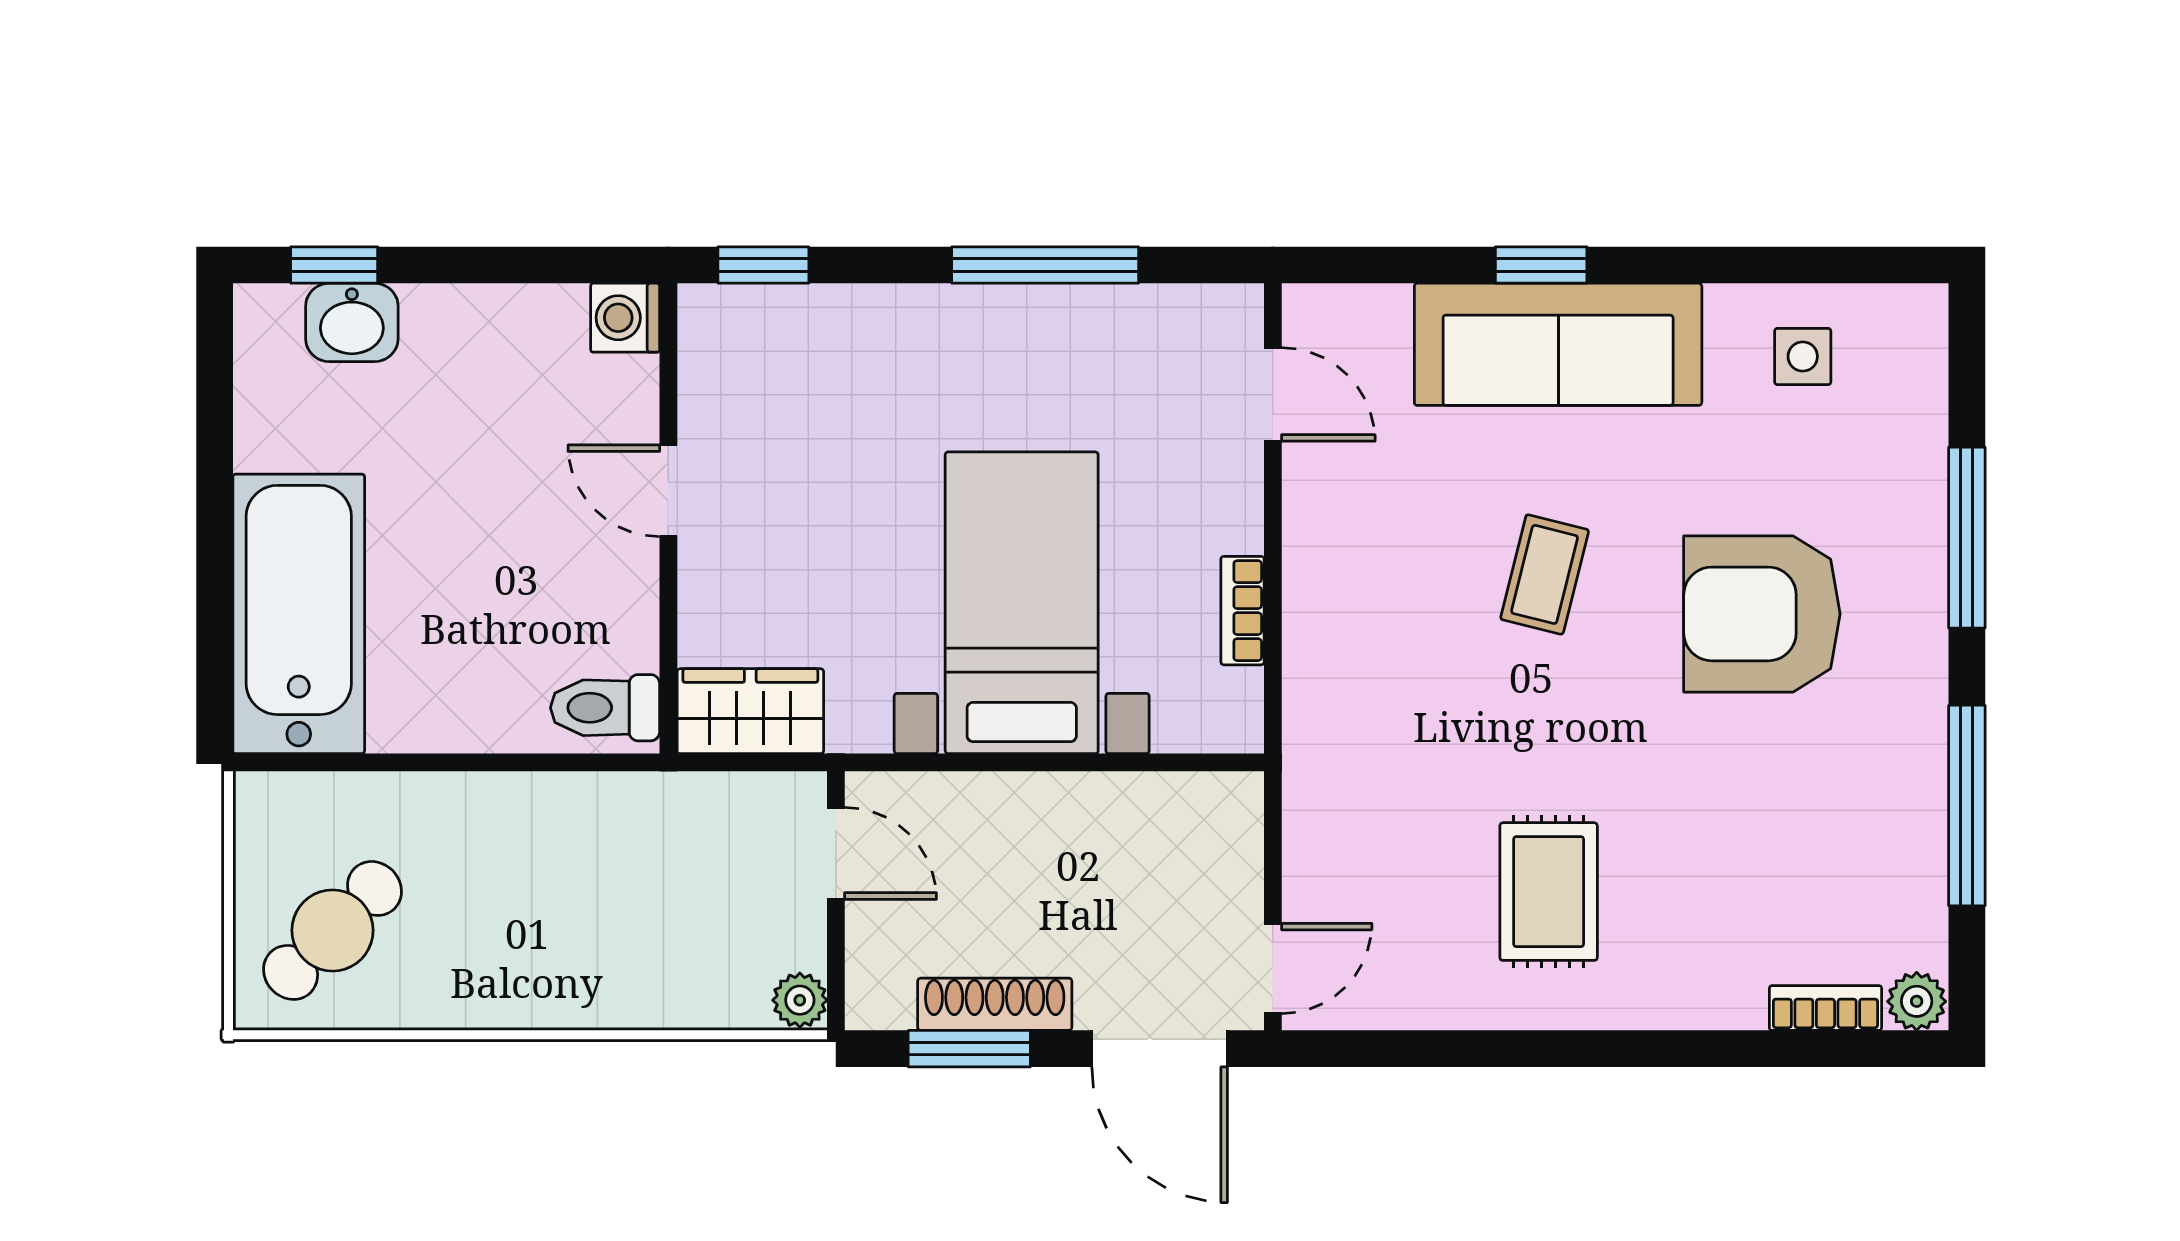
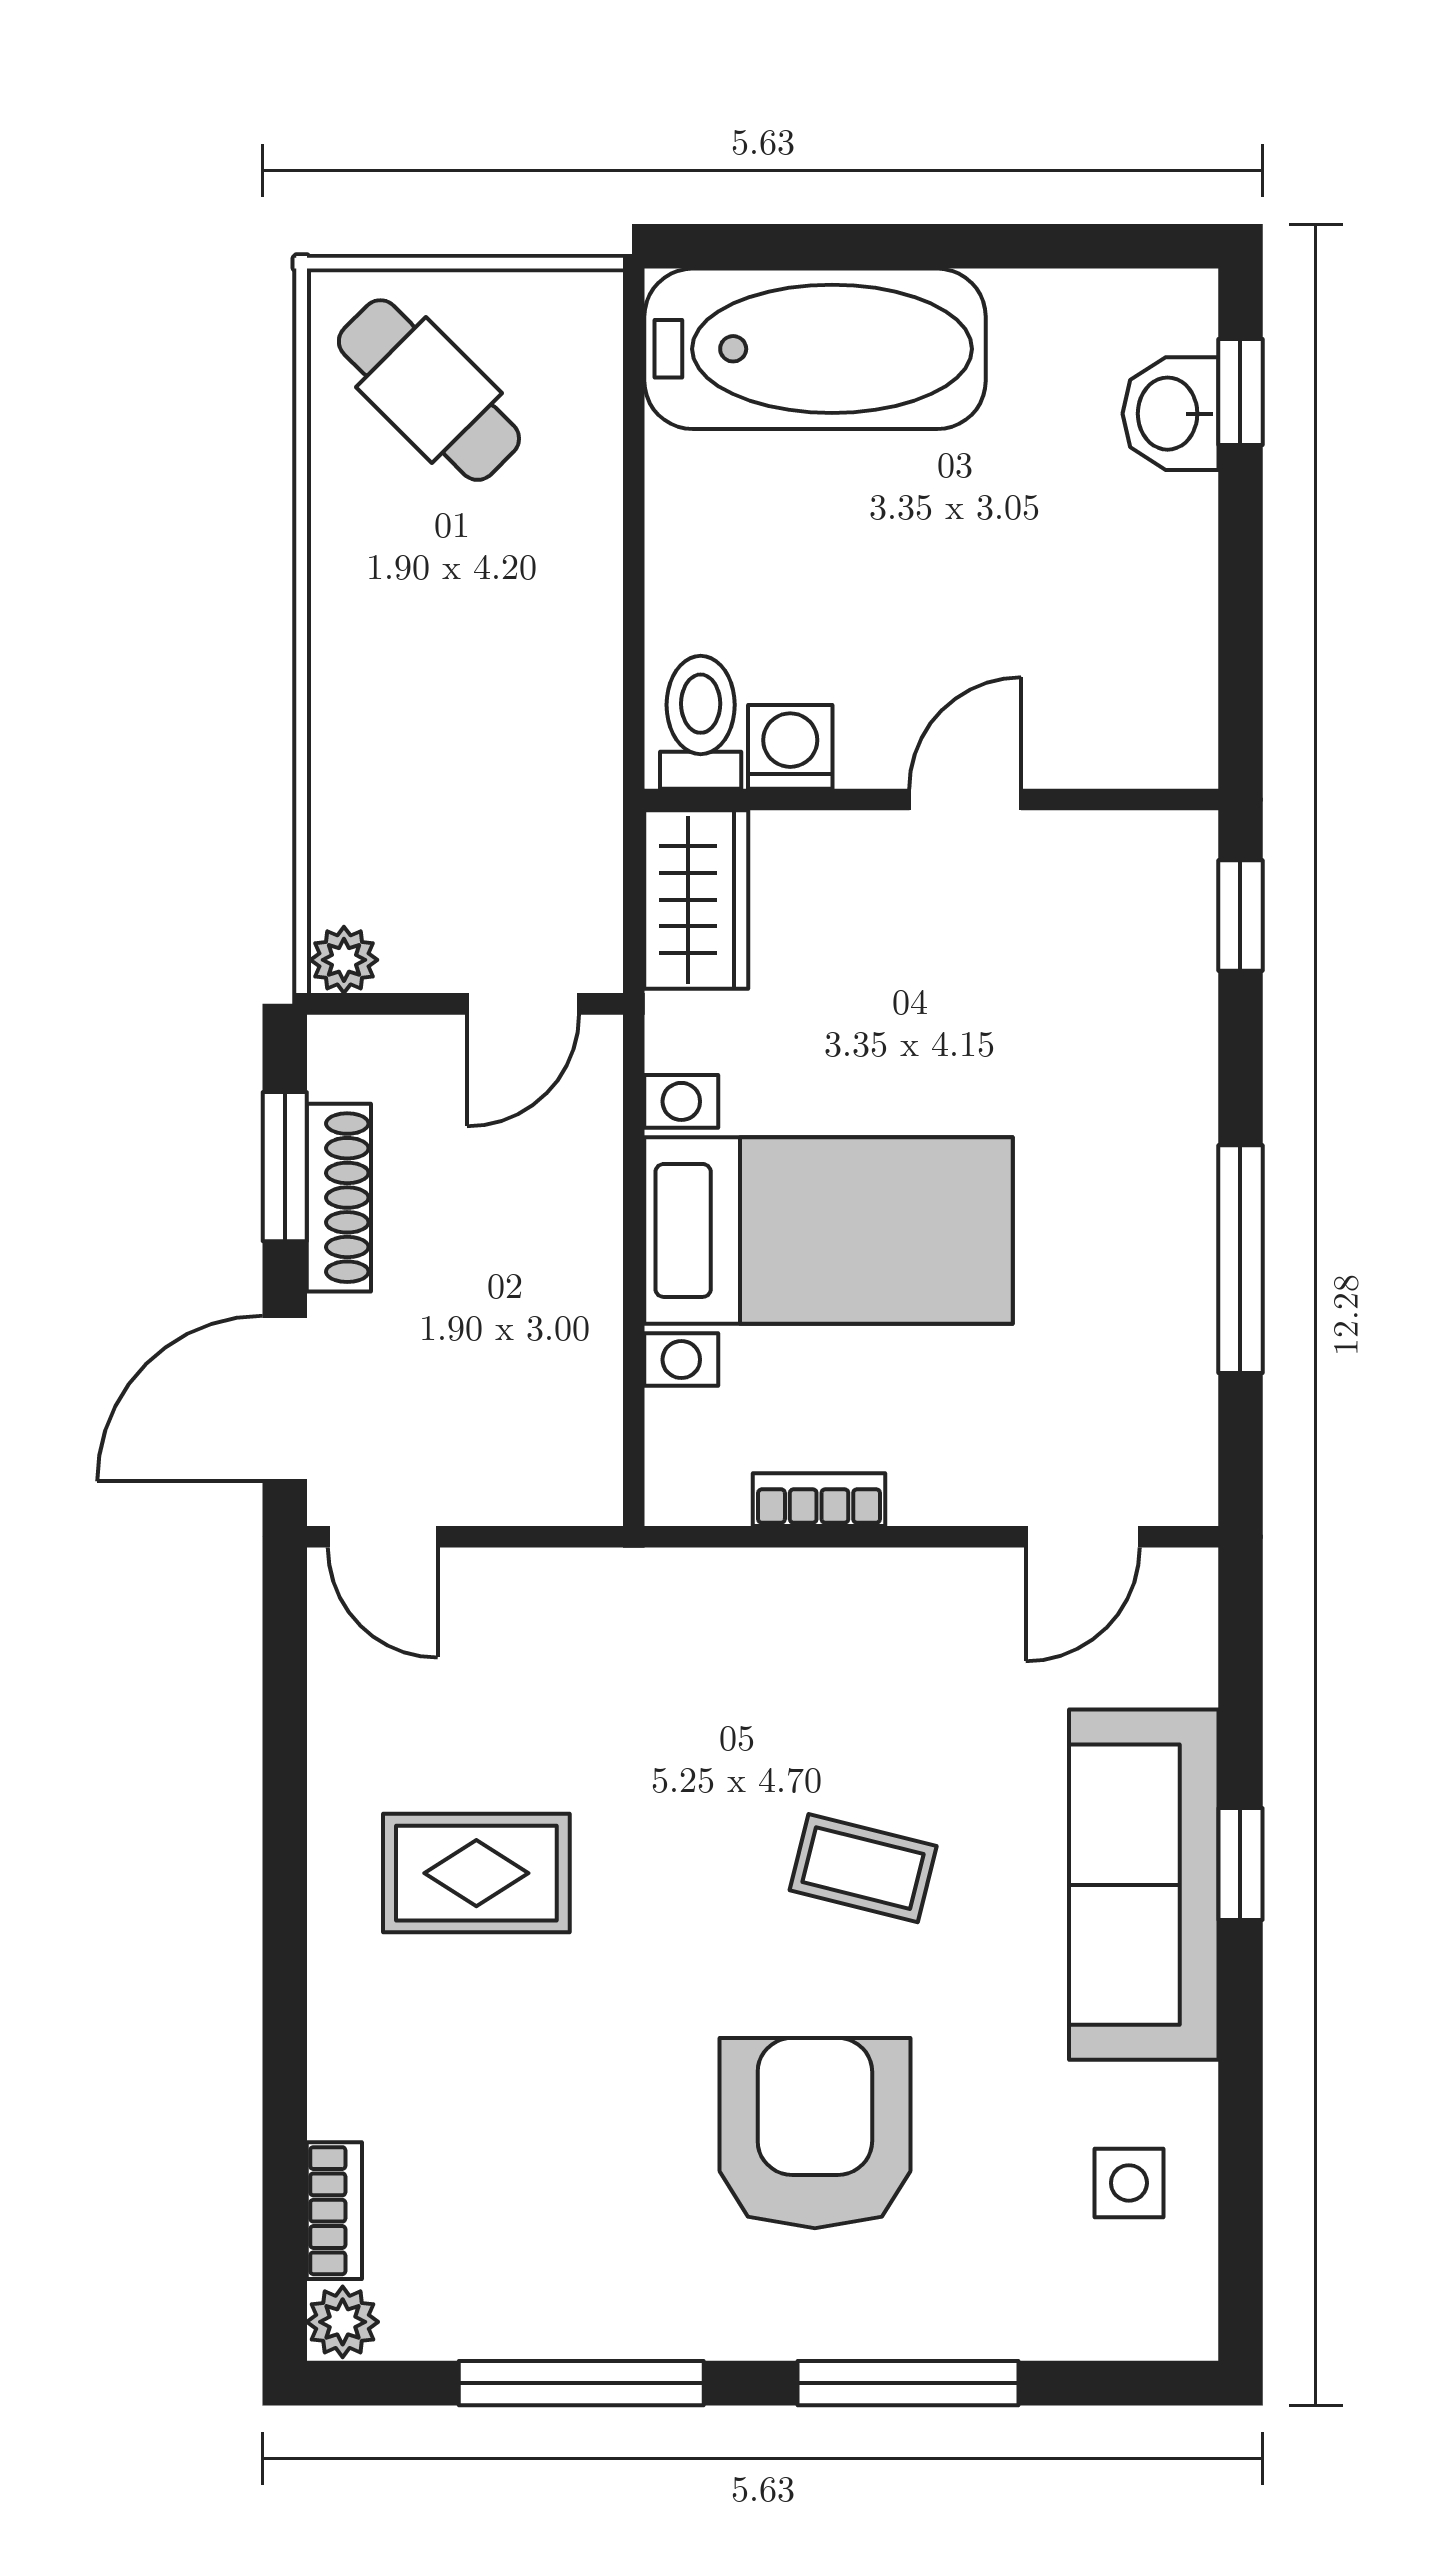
washing machine: (625, 318) -> (790, 747), moved

